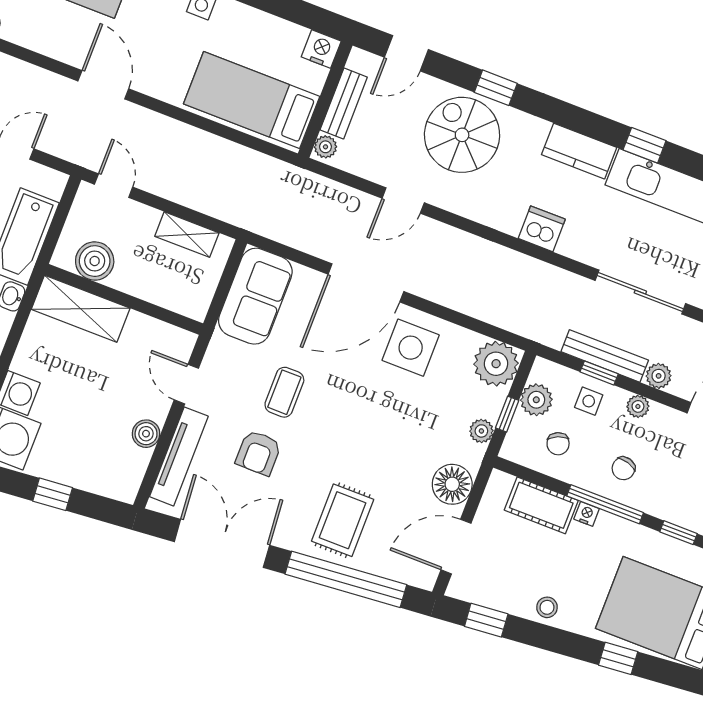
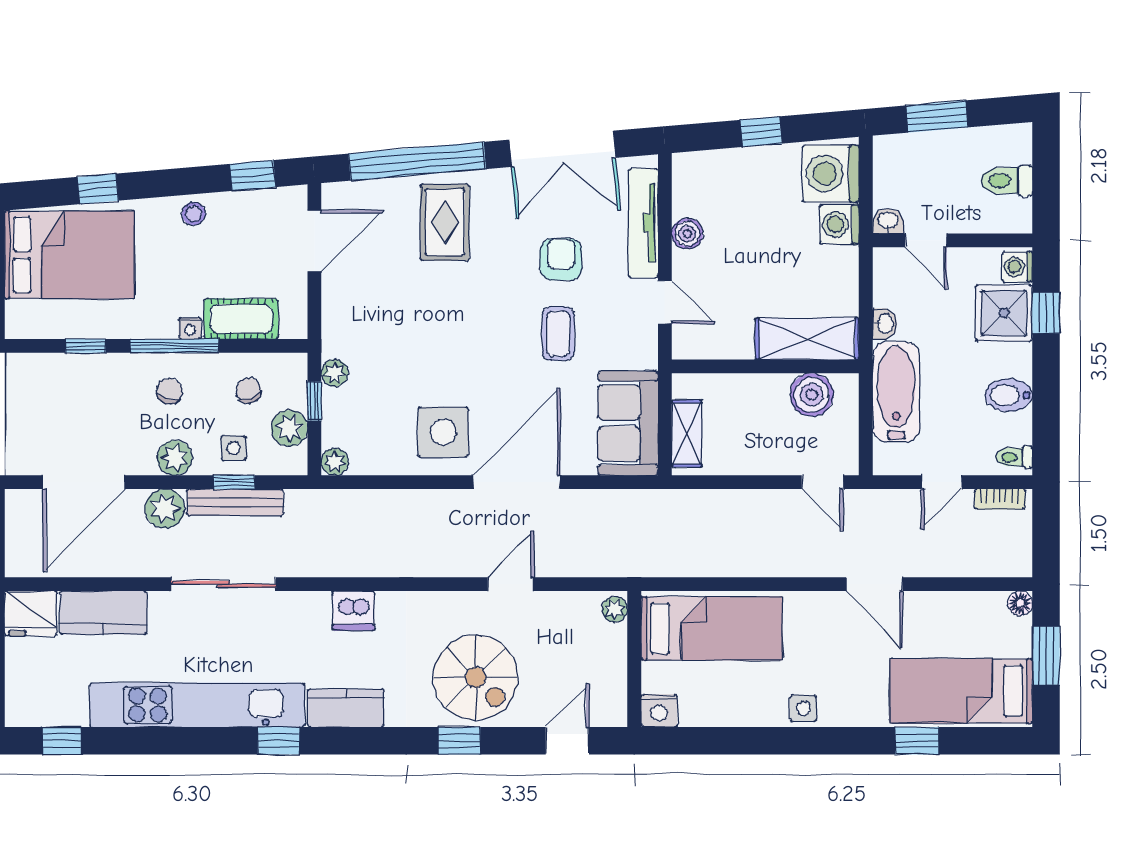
bench: (344, 104) -> (613, 662), removed
shelving: (187, 235) -> (687, 433), moved, turned 90
plant: (496, 364) -> (335, 462), width x0.53, depth x0.53
plant: (659, 376) -> (165, 509), width x1.38, depth x1.38
plant: (638, 406) -> (175, 458), width x1.38, depth x1.38
floor lamp: (452, 484) -> (344, 305), removed

